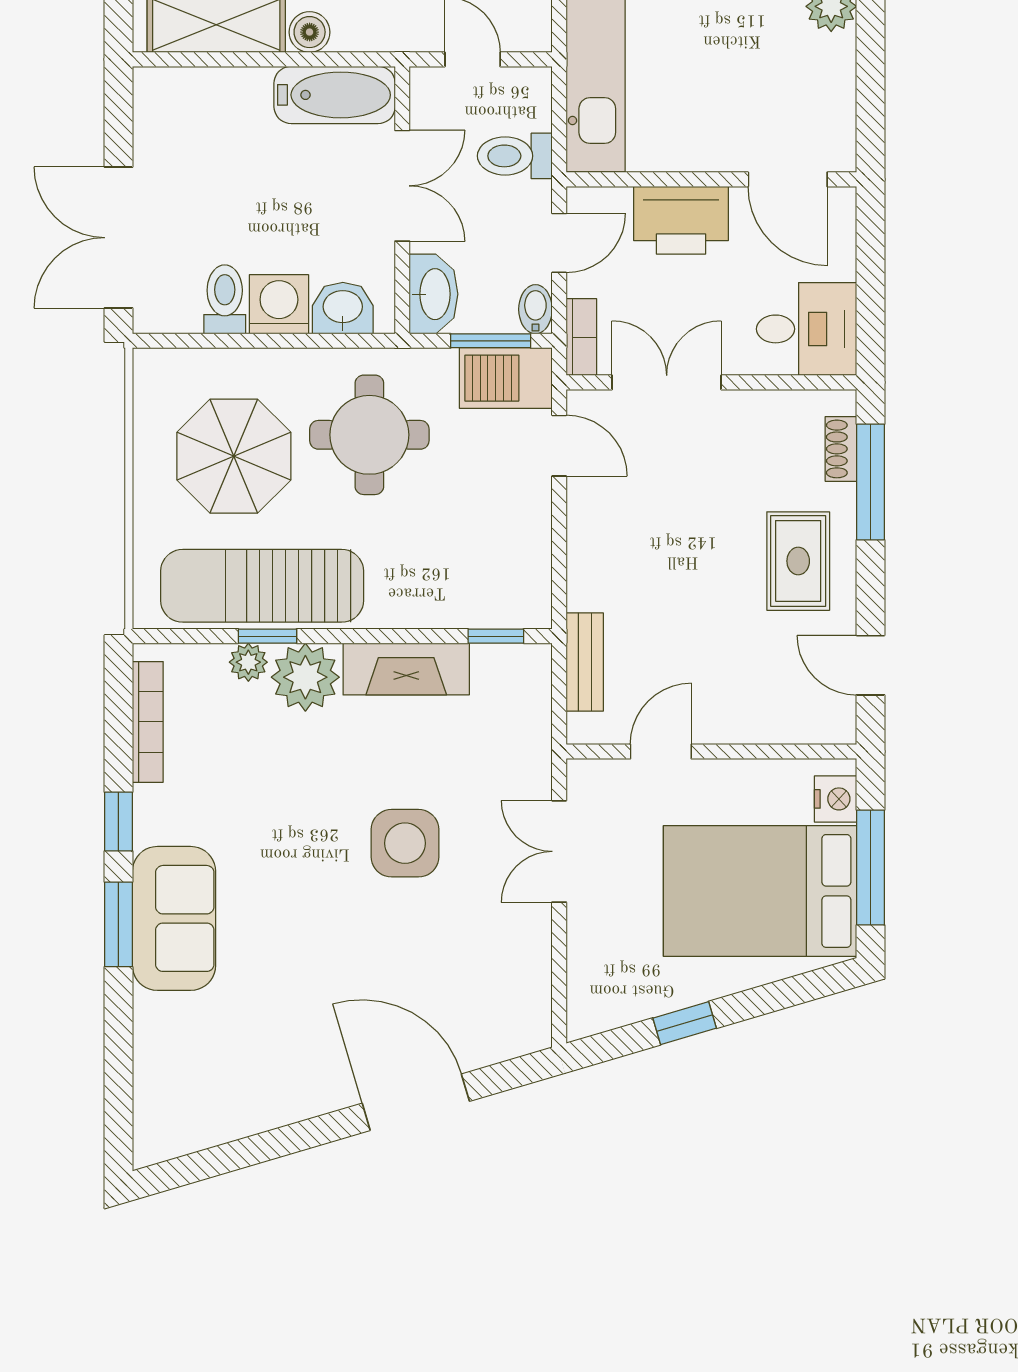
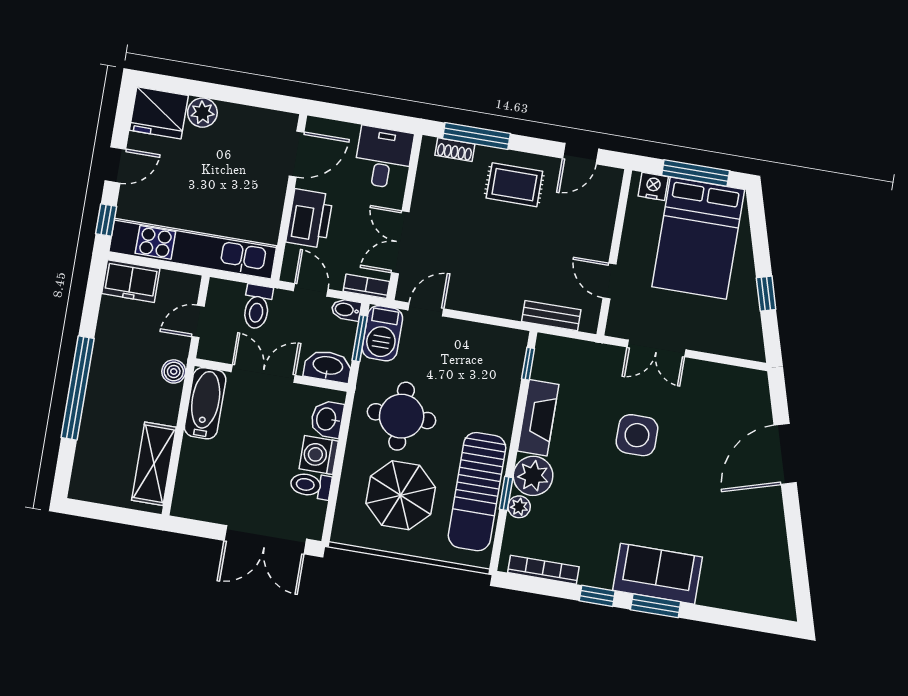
boiler: (310, 32) -> (174, 371), moved

